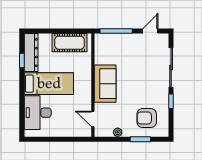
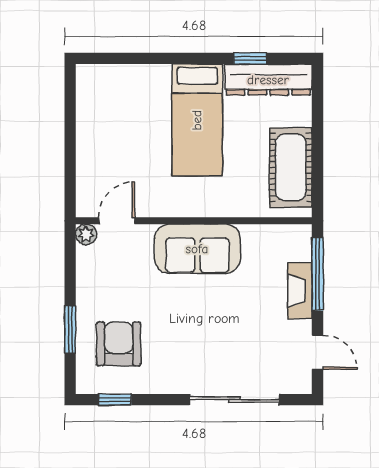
fireplace: (123, 39) -> (300, 291), added
window: (171, 101) -> (115, 400), moved
desk: (38, 113) -> (131, 95), removed
plant: (118, 132) -> (86, 234), moved

